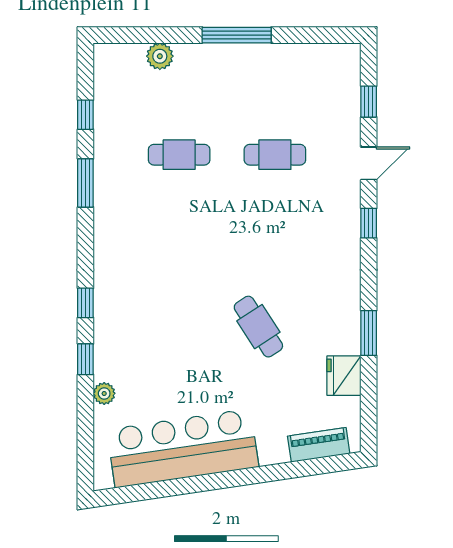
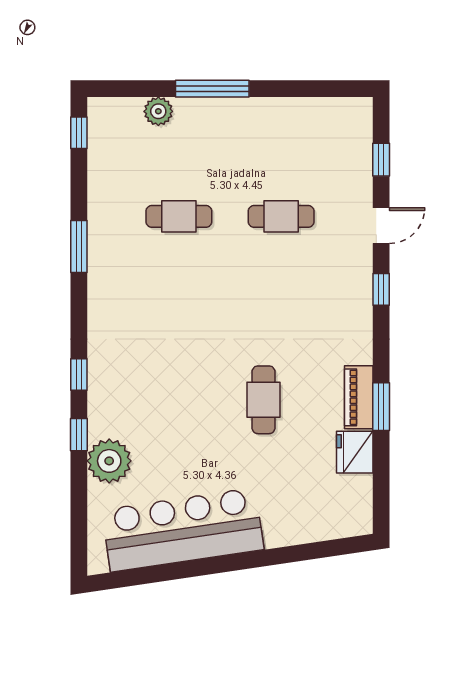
window: (237, 35) -> (212, 89), moved
window: (85, 115) -> (79, 133), moved
cafe table: (258, 327) -> (264, 400), turned 33
plant: (104, 393) -> (109, 461), width x1.88, depth x1.88
piano: (319, 445) -> (359, 397), moved, turned -82

